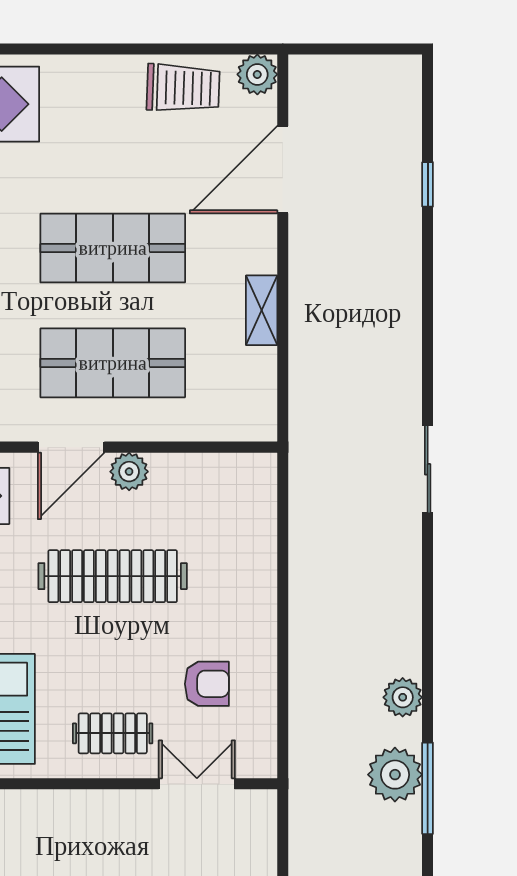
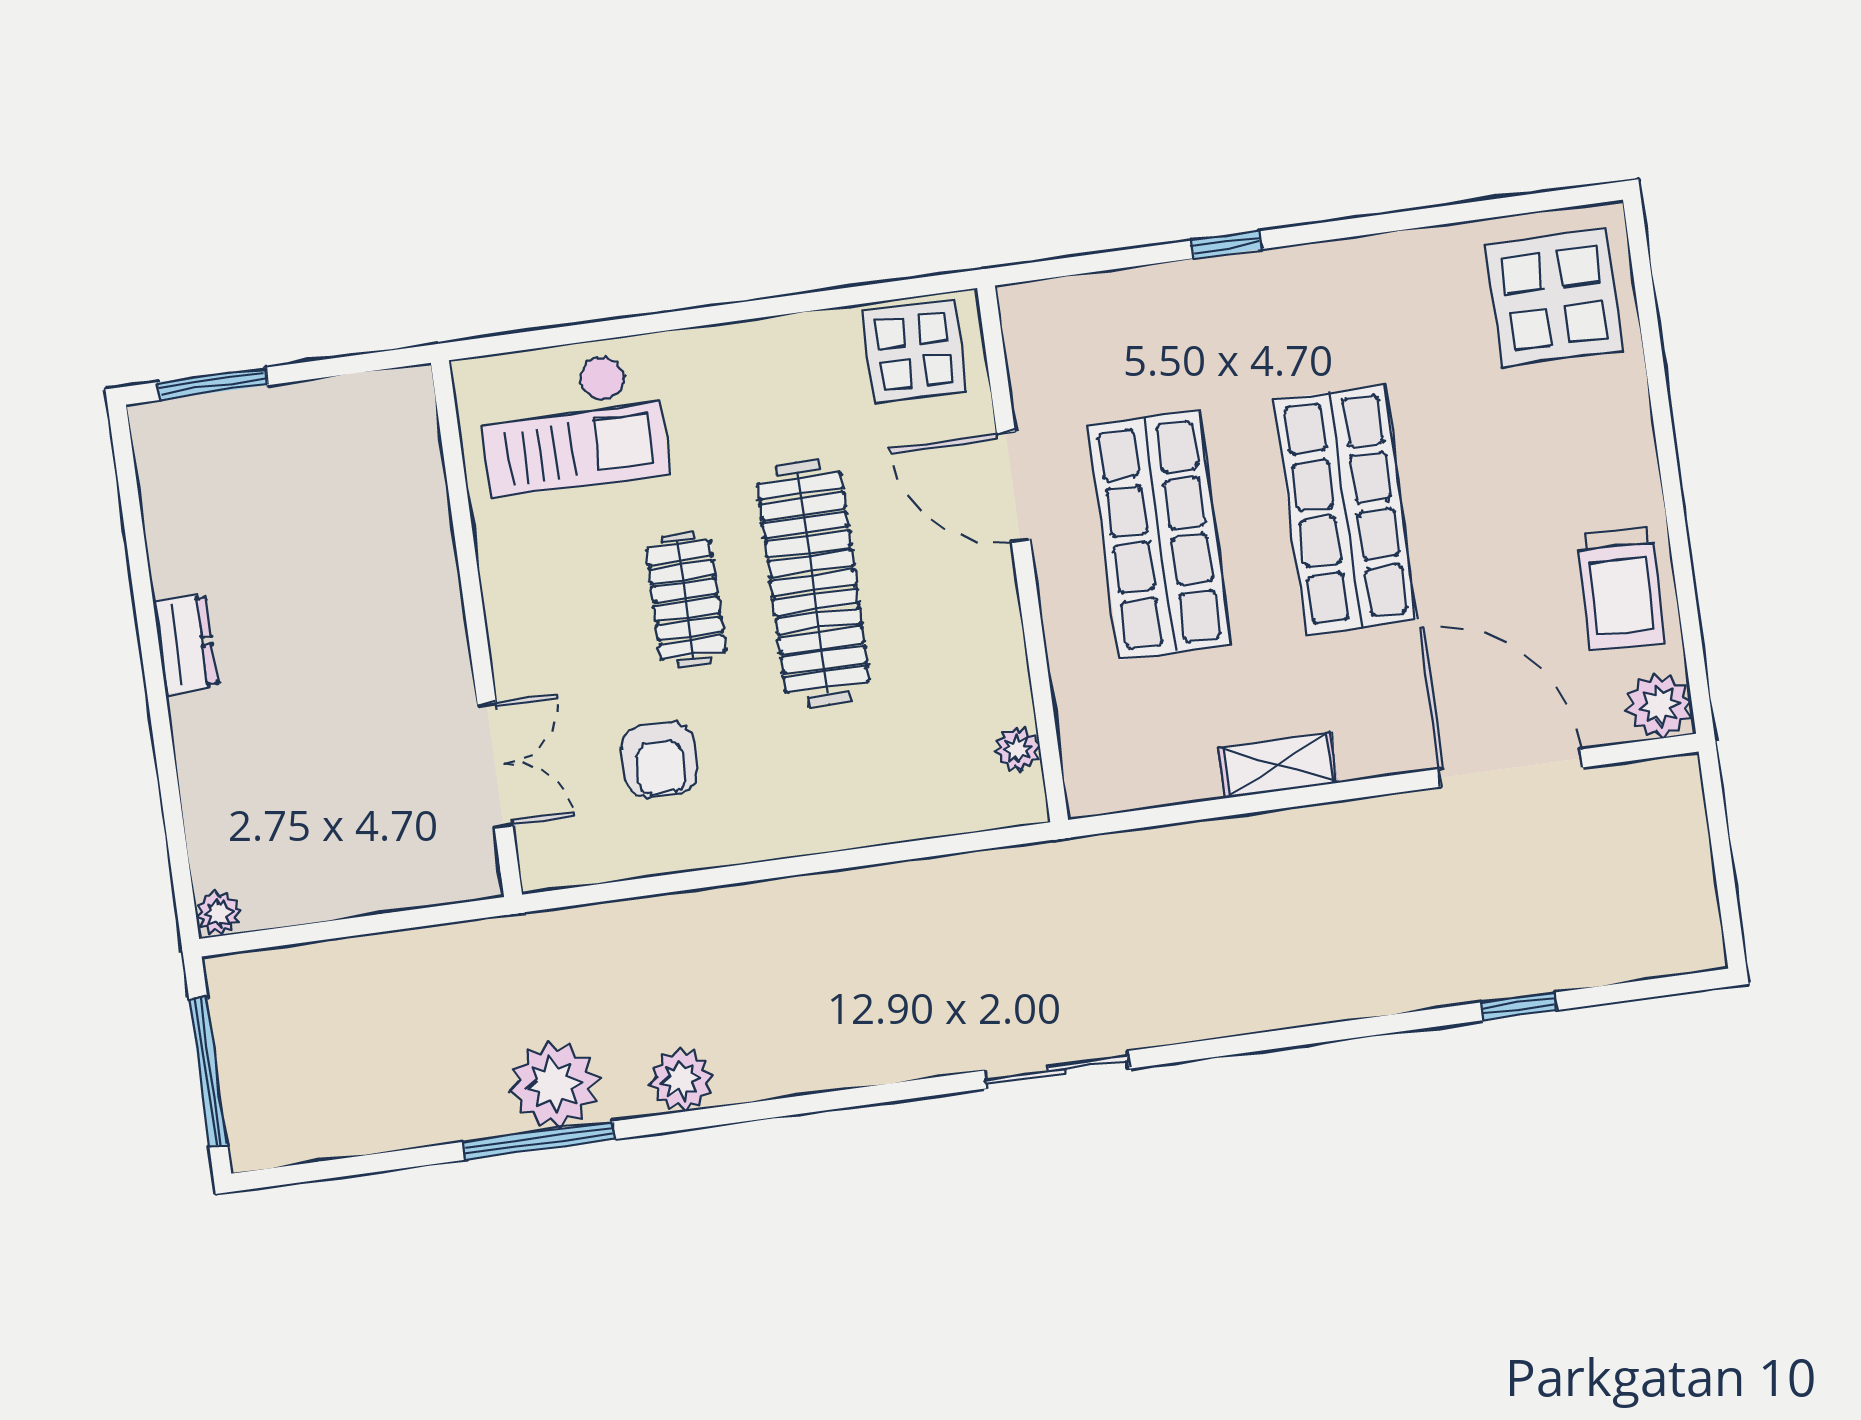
plant: (129, 472) -> (1017, 749), moved, width x0.73, depth x0.73
clothes rail: (113, 733) -> (686, 600), moved

